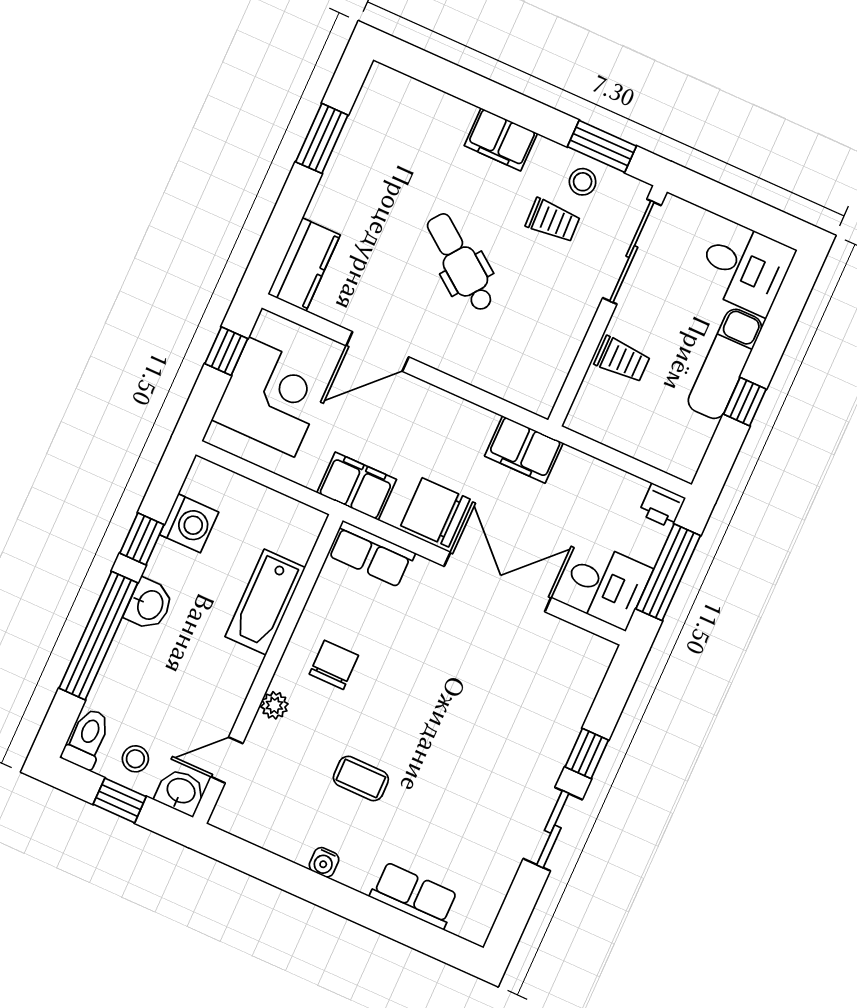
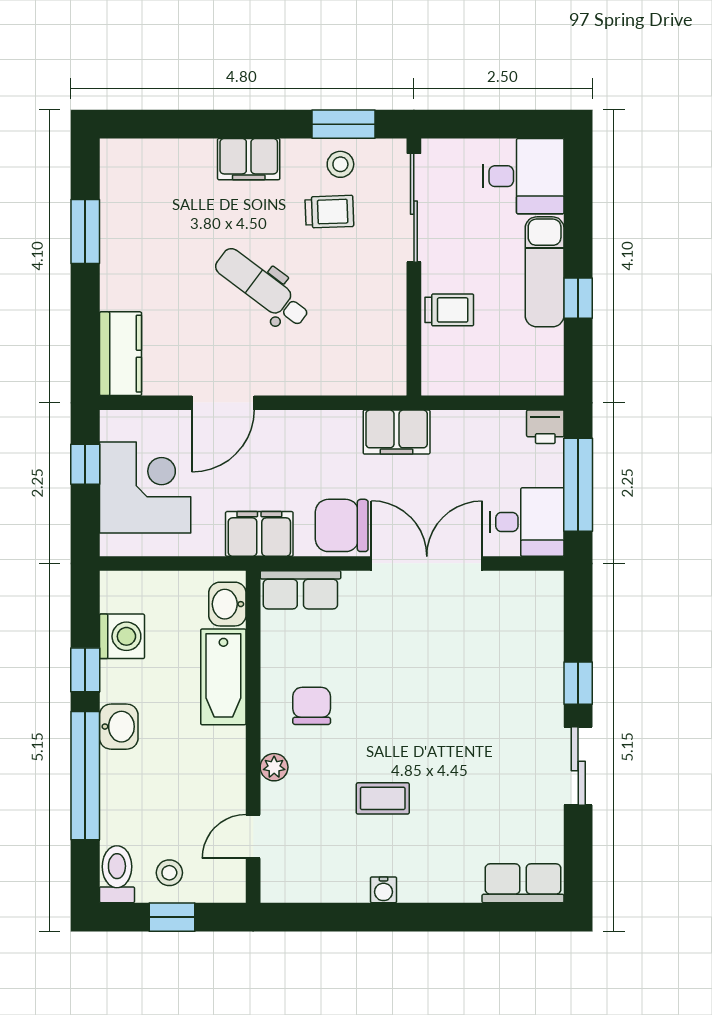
washbasin: (181, 792) -> (227, 604), moved, turned -90
row of seats: (414, 896) -> (523, 883), moved

